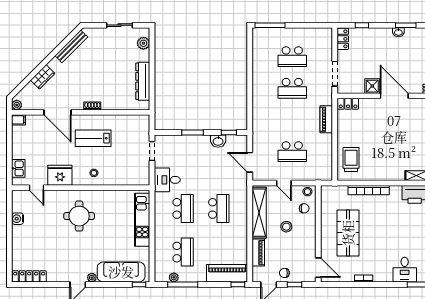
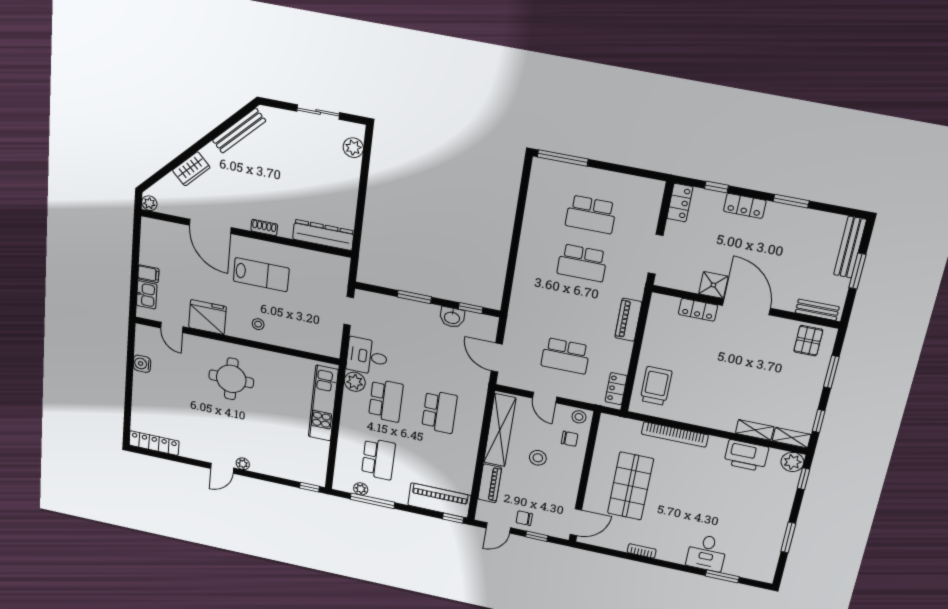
washbasin: (398, 32) -> (776, 210), removed
locker: (380, 33) -> (745, 206), added
dresser: (143, 81) -> (323, 235), moved, turned 90
locker: (348, 104) -> (698, 310), moved
filing cabinet: (19, 120) -> (148, 274), moved
lab bench: (93, 138) -> (261, 275), turned 180
locker: (327, 167) -> (616, 389), added
plant: (161, 200) -> (355, 382), added
door: (318, 268) -> (576, 522), hinge flipped
sofa: (121, 272) -> (285, 466), removed

